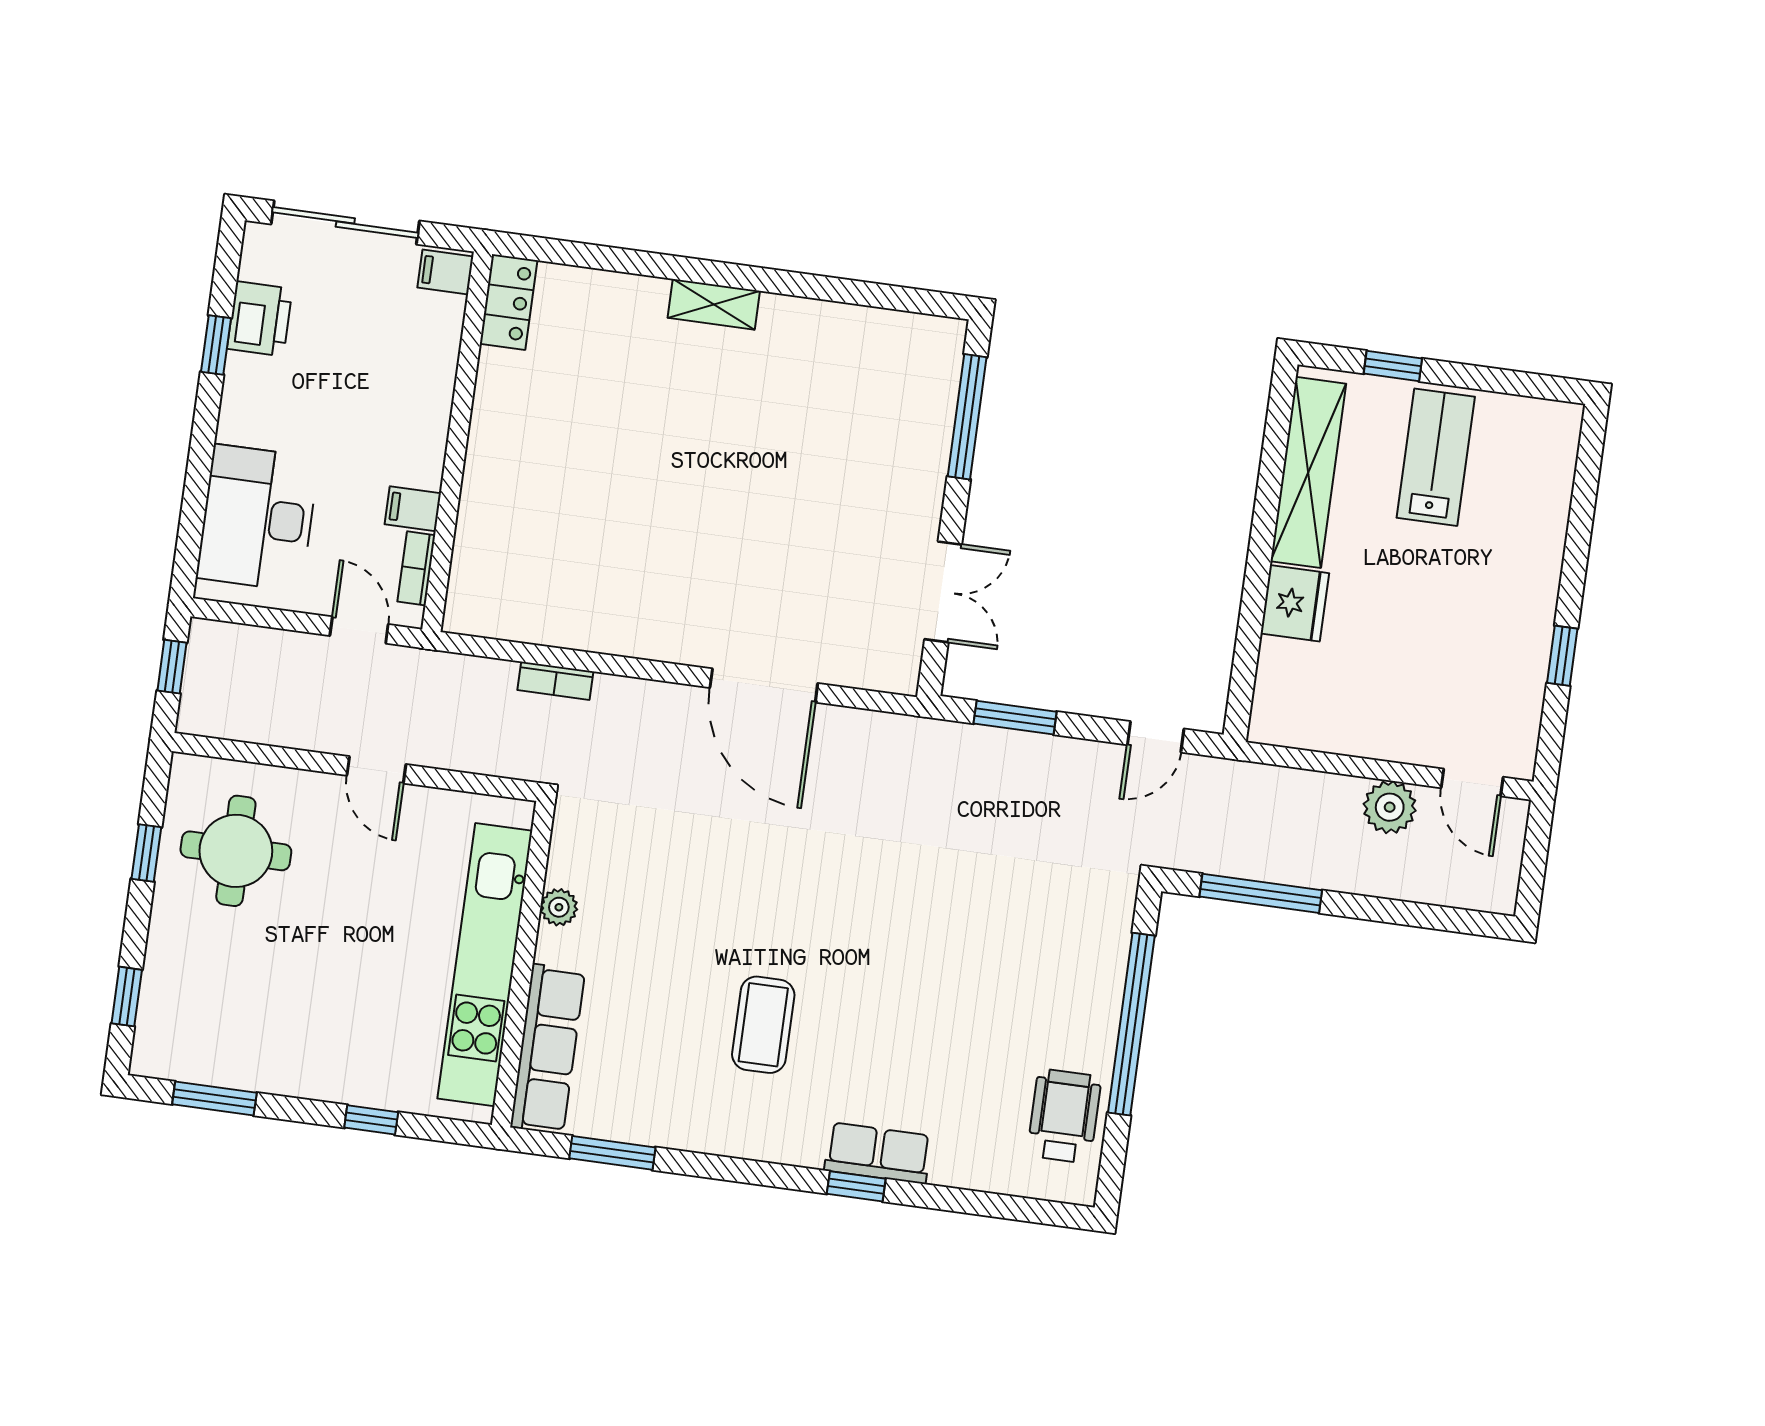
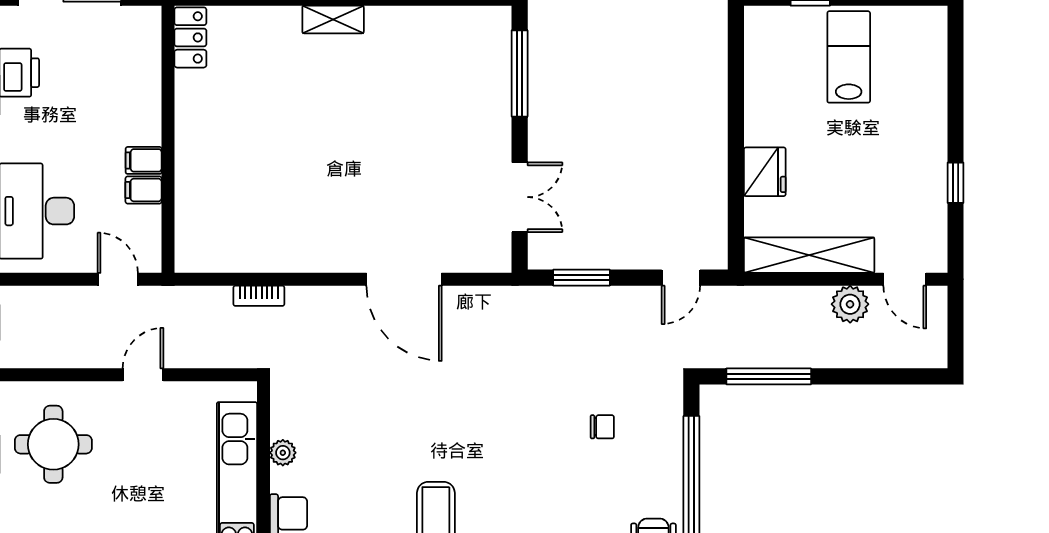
filing cabinet: (445, 272) -> (144, 160), moved
shelving: (1308, 472) -> (809, 255), moved, turned 90
bookcase: (416, 568) -> (152, 231), removed
door: (376, 770) -> (143, 375), swing flipped
chair: (1016, 933) -> (602, 427), added

